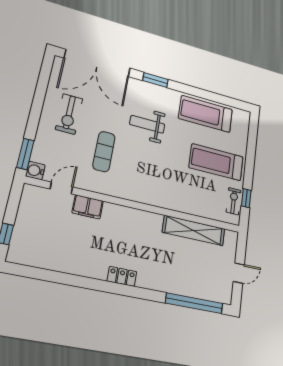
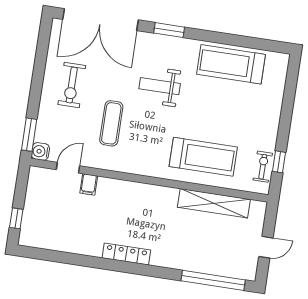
treadmill: (216, 162) -> (203, 157), moved, turned 180
filing cabinet: (88, 207) -> (89, 184), width x0.50
locker: (122, 276) -> (126, 254), width x1.53

